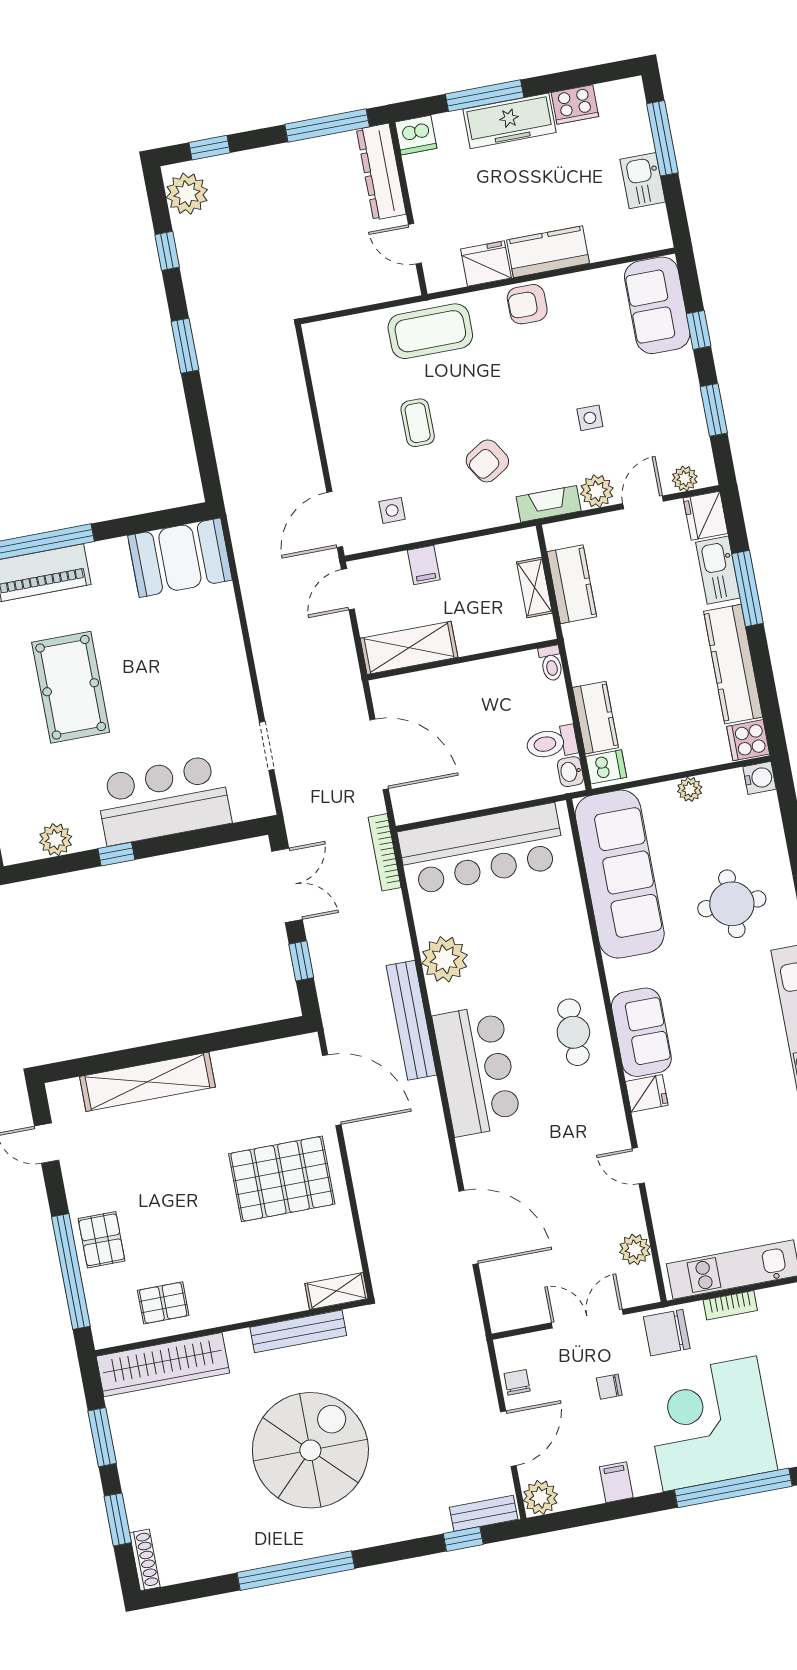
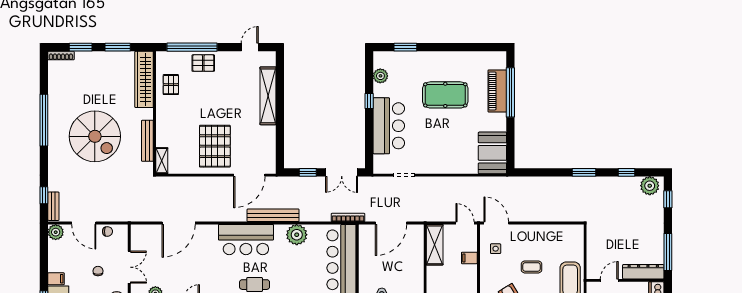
filing cabinet: (616, 1482) -> (56, 279), moved

